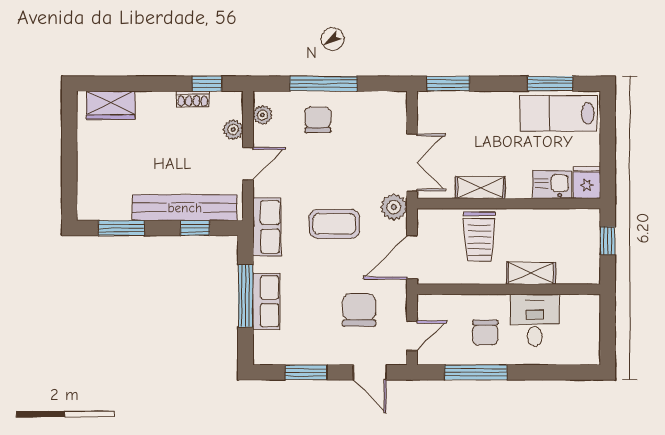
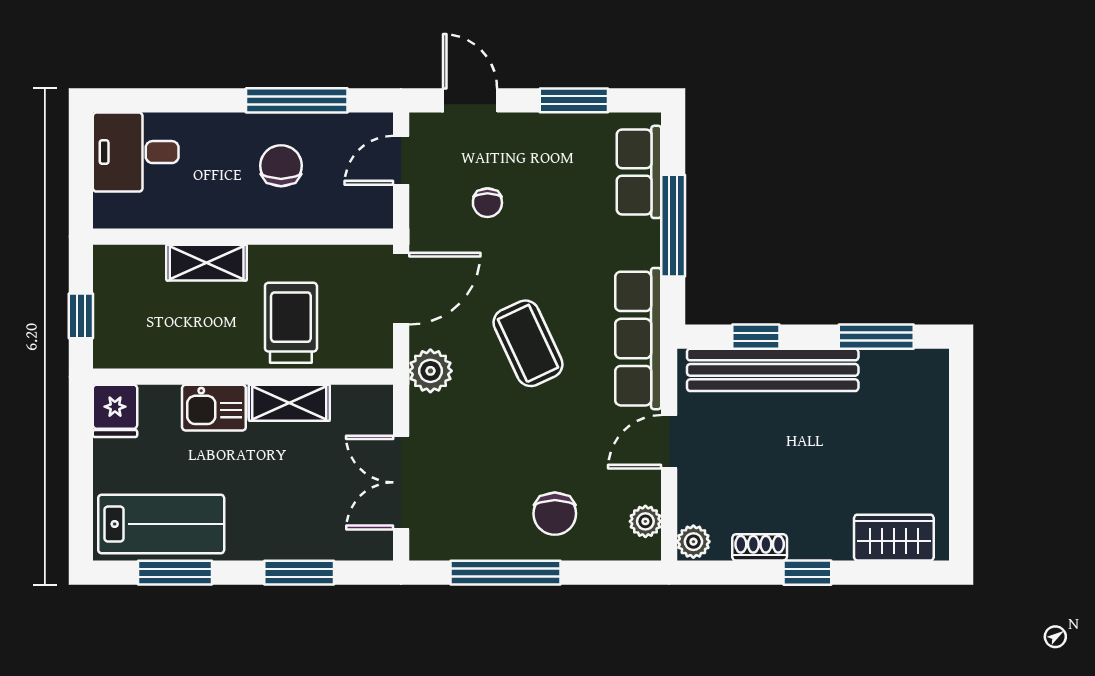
window: (207, 84) -> (807, 573), moved
window: (324, 84) -> (506, 573), moved
window: (448, 84) -> (299, 573), moved
plant: (233, 130) -> (693, 542), moved
double door: (412, 163) -> (401, 482), moved
kitchen sink: (552, 185) -> (214, 408), moved
coffee table: (334, 224) -> (528, 343), turned 65
row of seats: (267, 227) -> (638, 339), width x1.48
row of seats: (266, 301) -> (639, 172), moved
chair: (359, 310) -> (487, 203), width x0.54, depth x0.54
desk: (535, 320) -> (136, 152), moved, turned 90

